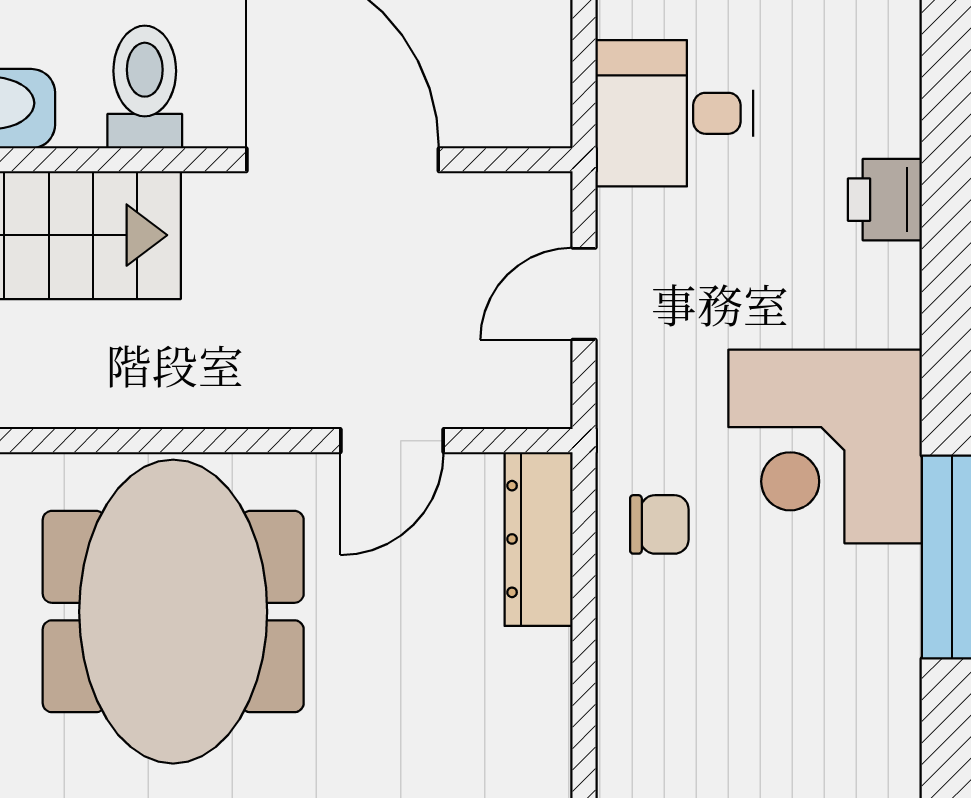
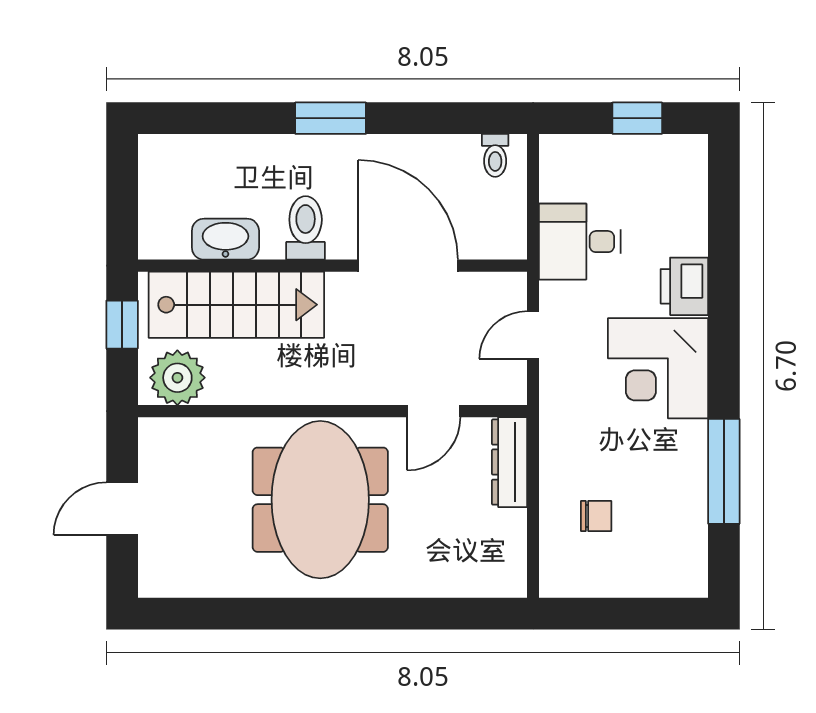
printer: (885, 200) -> (684, 286), width x1.36, depth x1.24
corner desk: (825, 446) -> (658, 368), moved
chair: (659, 524) -> (596, 516), moved

